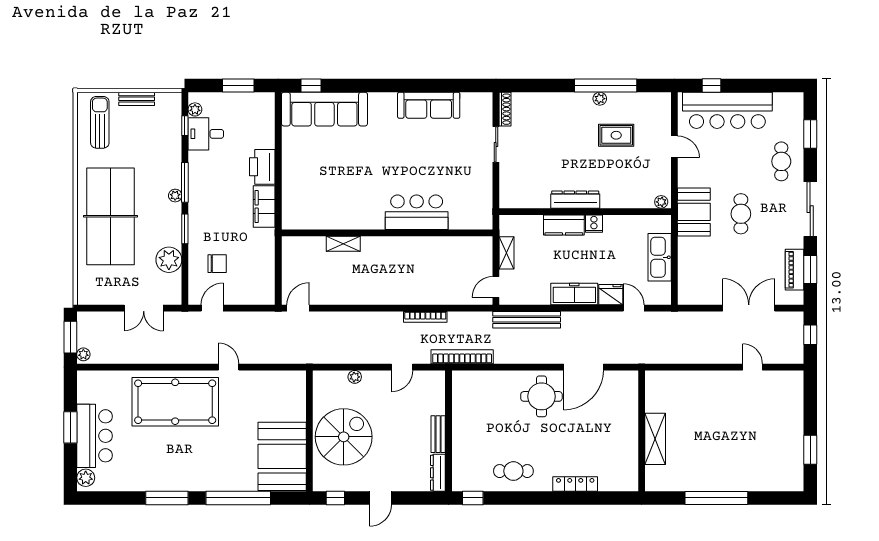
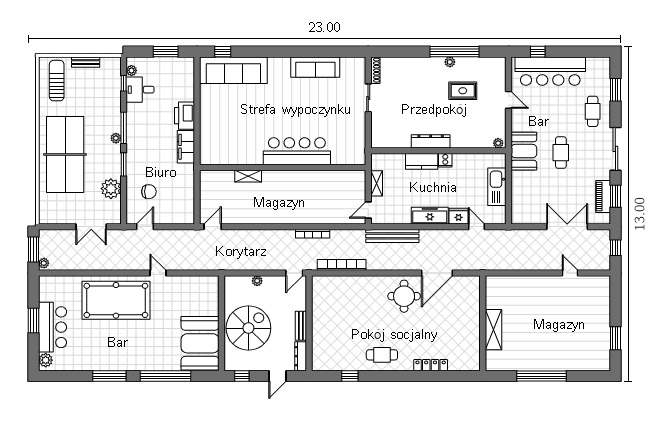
bar counter: (417, 212) -> (297, 151), width x1.36
wall: (448, 431) -> (309, 323), moved
bench: (438, 434) -> (301, 326), moved
dresser: (438, 473) -> (301, 356), moved

